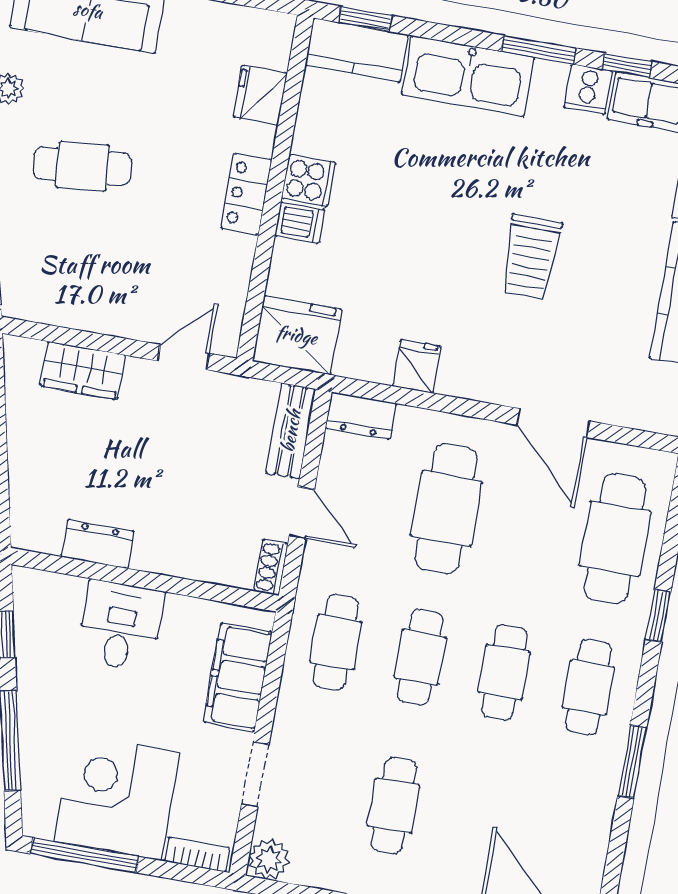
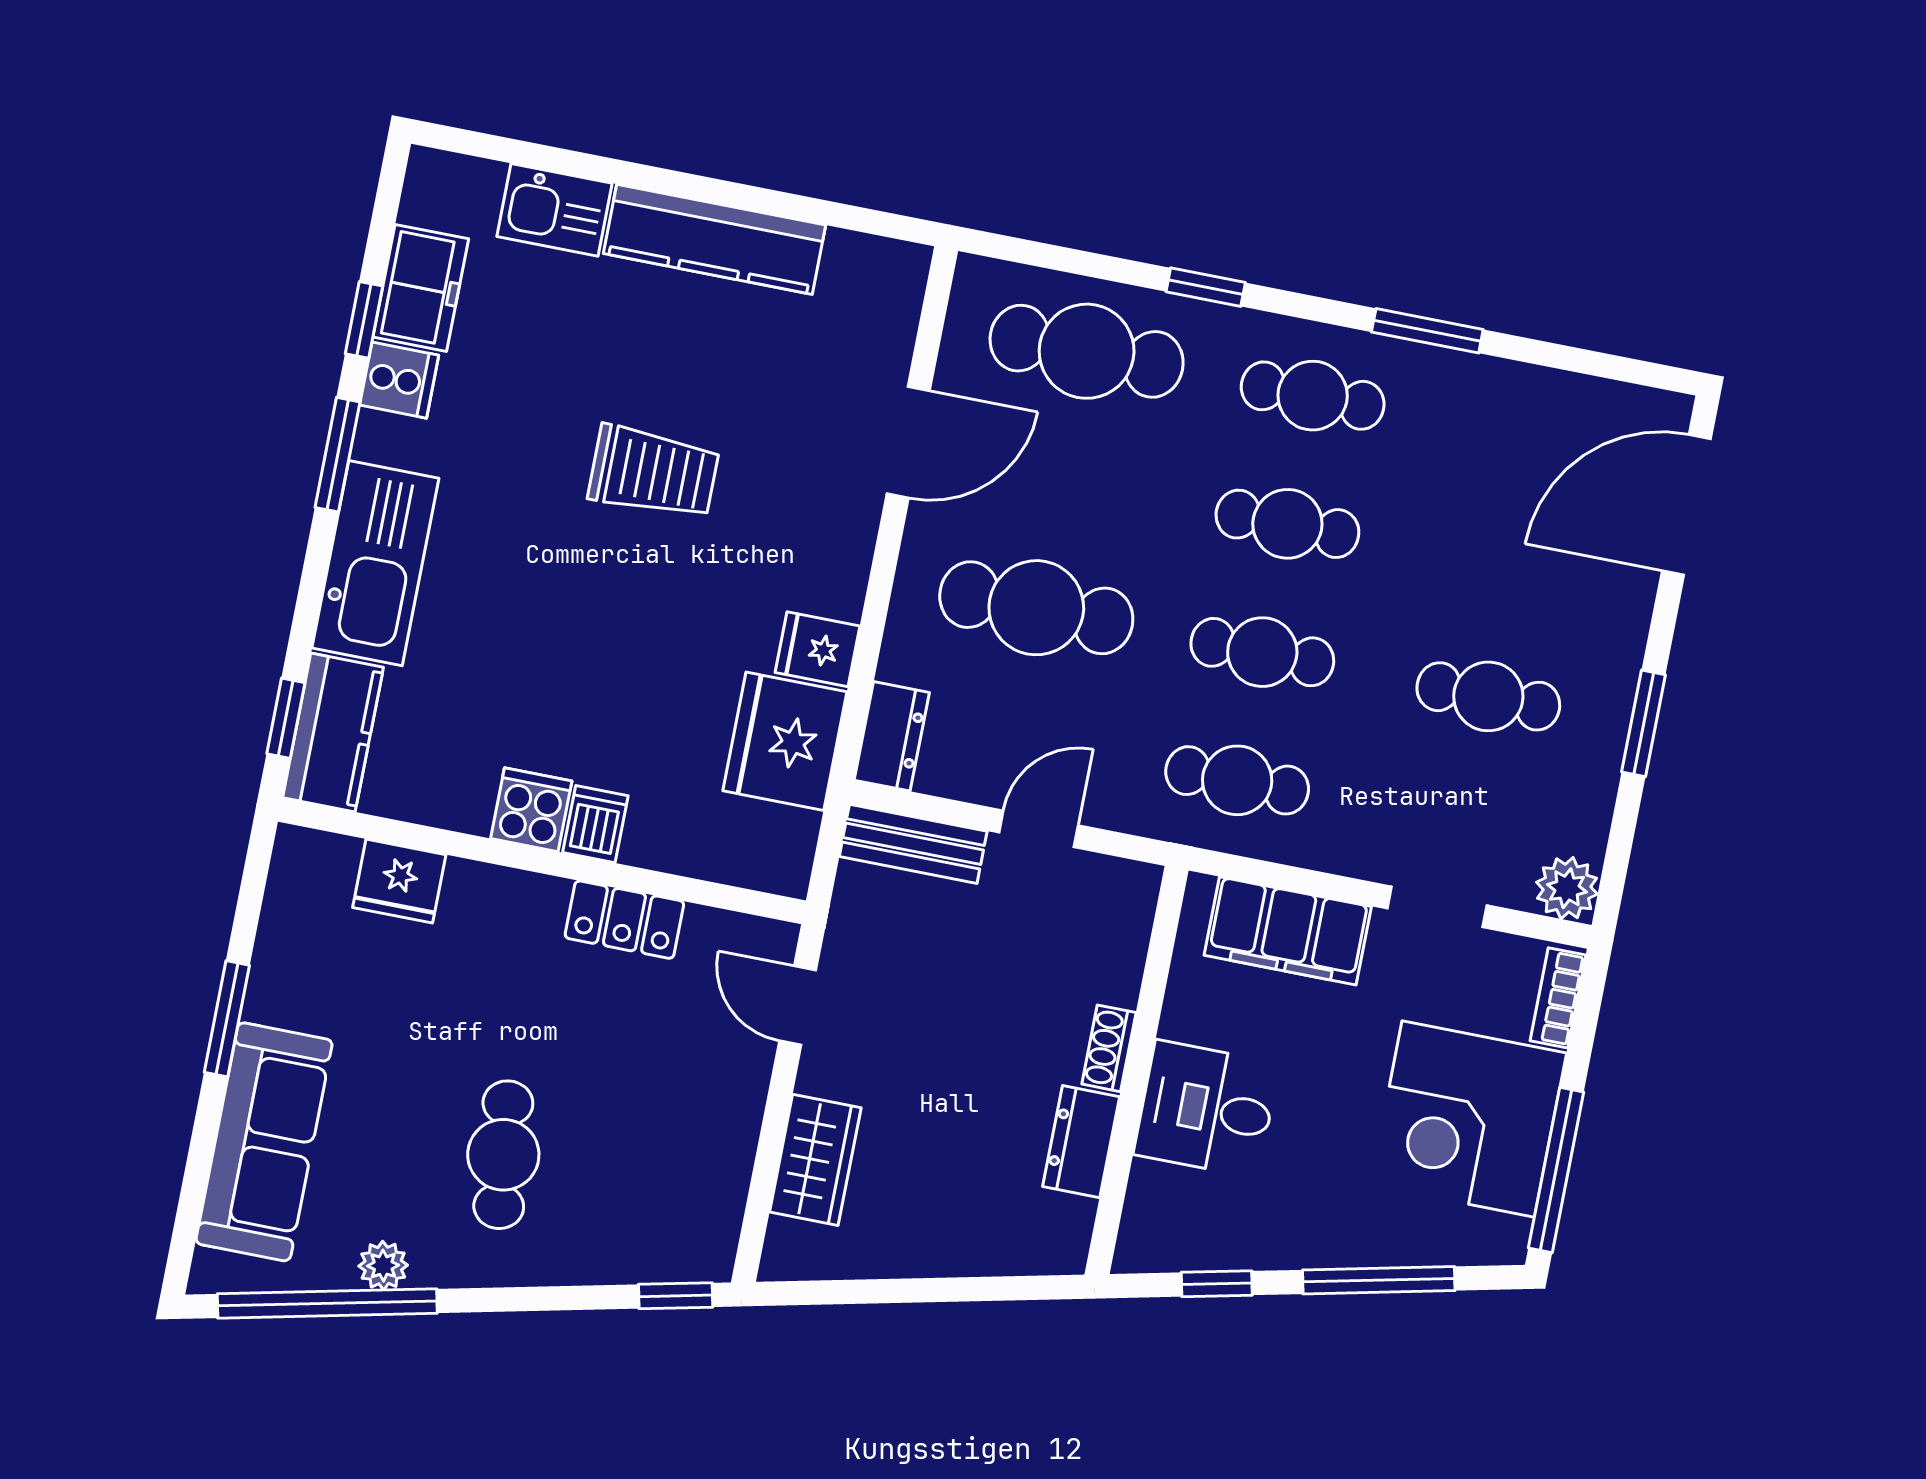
locker: (246, 194) -> (624, 920), moved
fridge: (297, 335) -> (785, 741), moved
shoe rack: (271, 567) -> (1109, 1048), moved, turned 90

